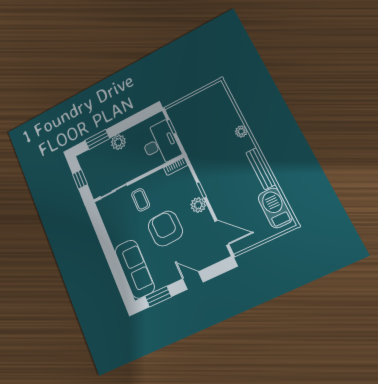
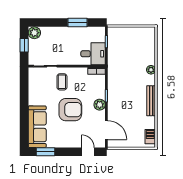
window: (97, 139) -> (78, 23), moved
plant: (118, 142) -> (34, 33), moved
desk: (160, 144) -> (93, 54), width x0.73
barbecue: (275, 208) -> (150, 137), width x0.53, depth x0.65
armchair: (165, 229) -> (70, 110), turned 92
door: (193, 280) -> (88, 152), moved

